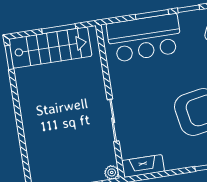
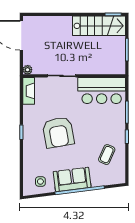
bar counter: (144, 38) -> (102, 91), moved, turned -90
stairs: (50, 48) -> (99, 26), moved, turned -90

